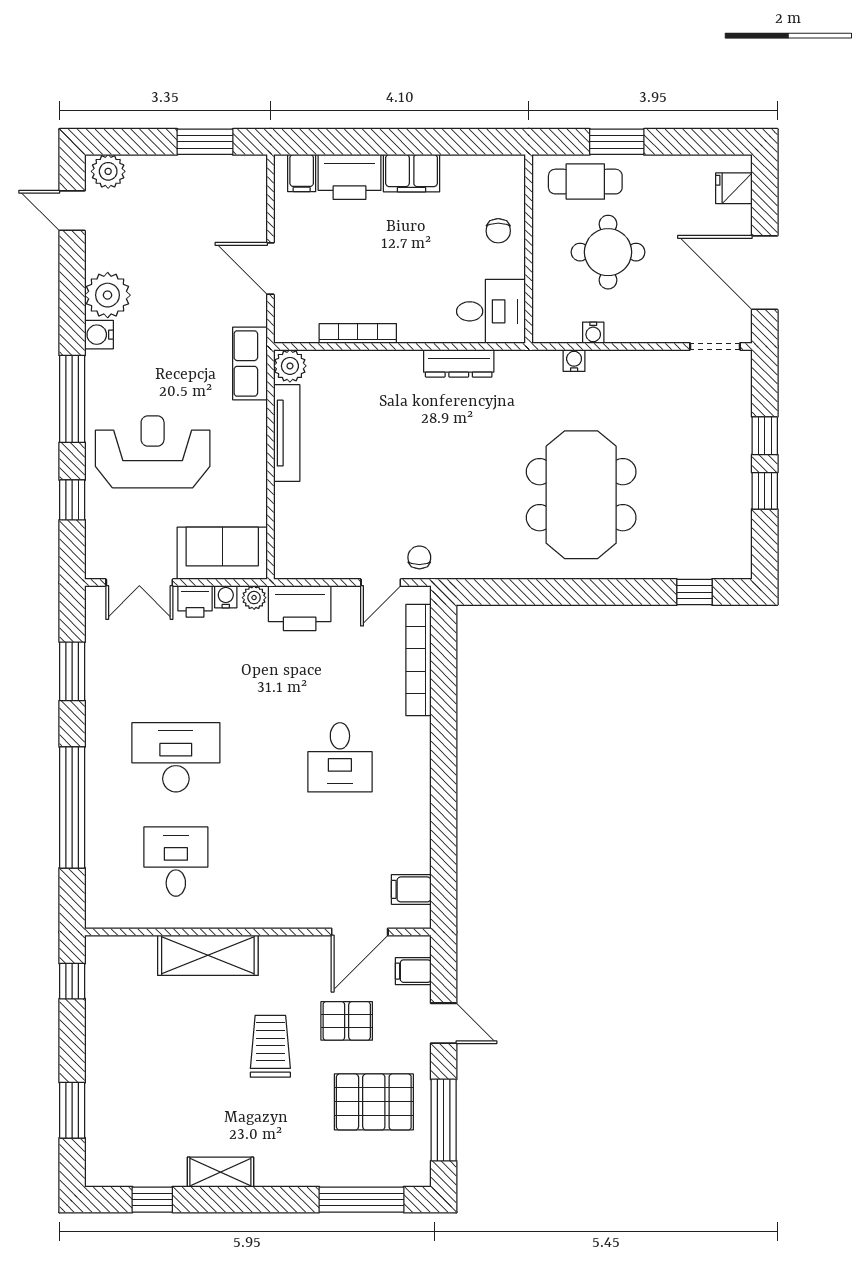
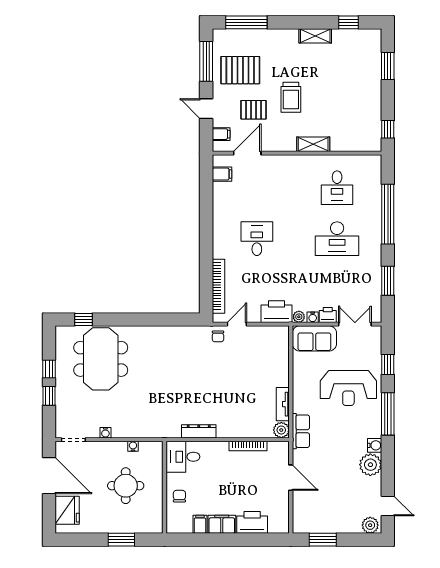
filing cabinet: (302, 173) -> (200, 524), moved
cafe table: (585, 182) -> (137, 520), removed
fridge: (734, 188) -> (67, 510), width x1.88, depth x1.34
water cooler: (574, 361) -> (105, 433), moved
tv unit: (287, 433) -> (283, 404), width x0.71
meeting table: (581, 495) -> (101, 359), moved
shelving: (208, 955) -> (313, 144), width x0.67, depth x0.75

